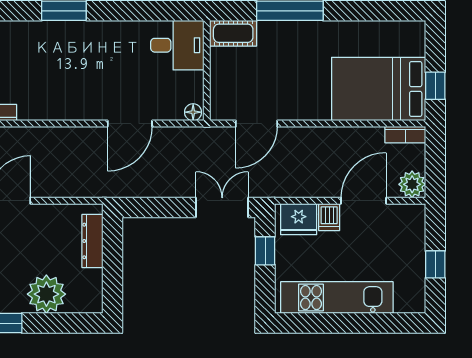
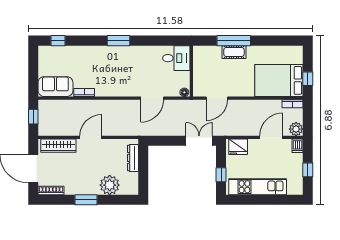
cot: (233, 33) -> (234, 52), moved
dishwasher: (329, 217) -> (298, 146), moved
window: (265, 251) -> (221, 175), moved

